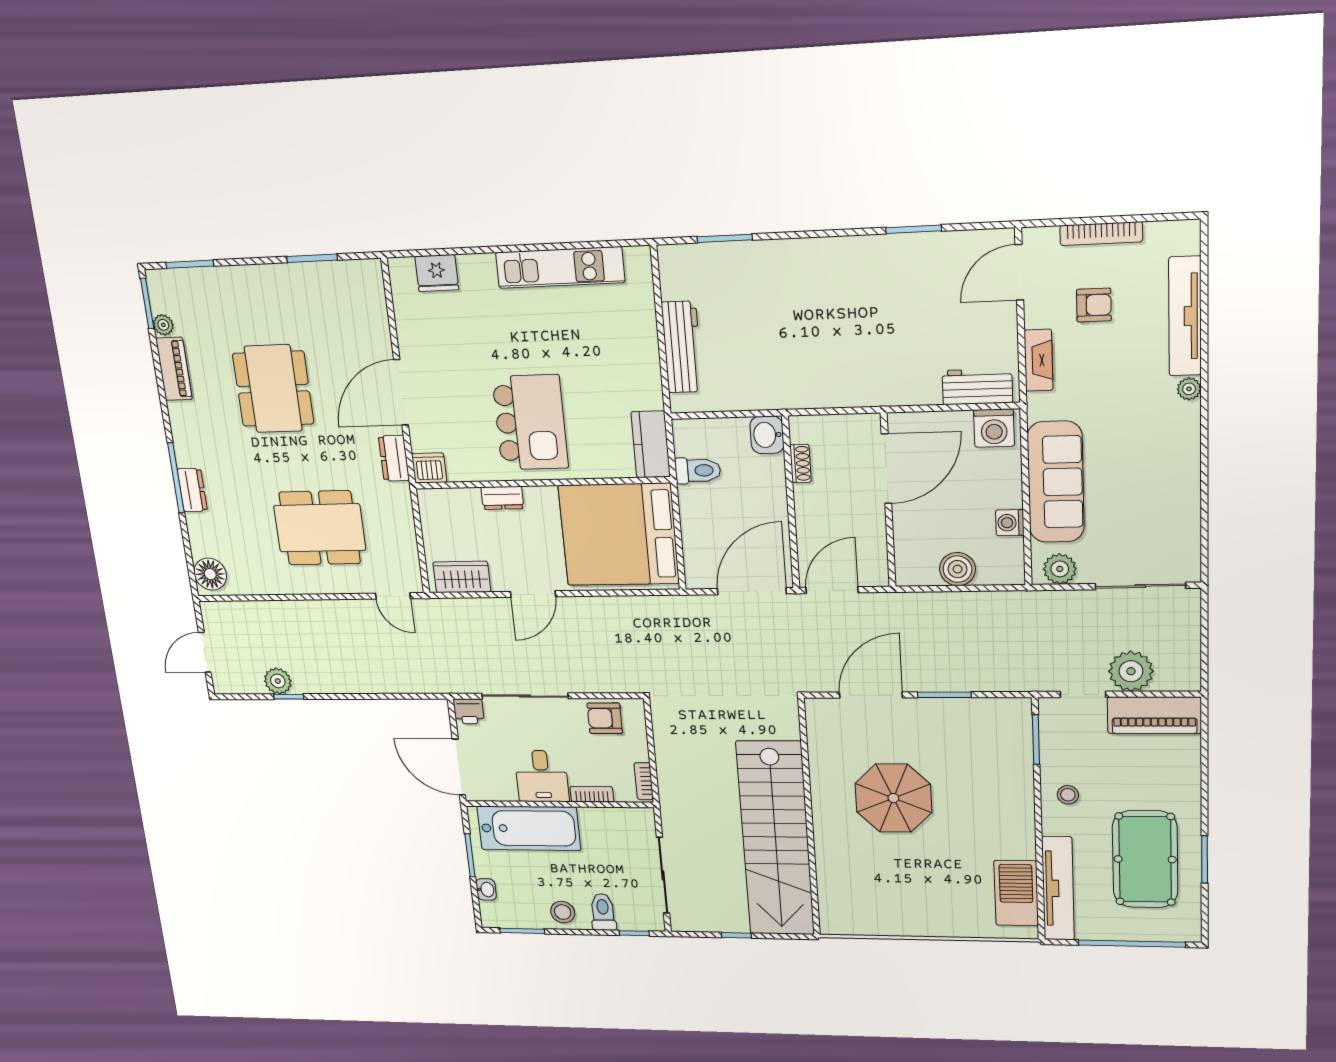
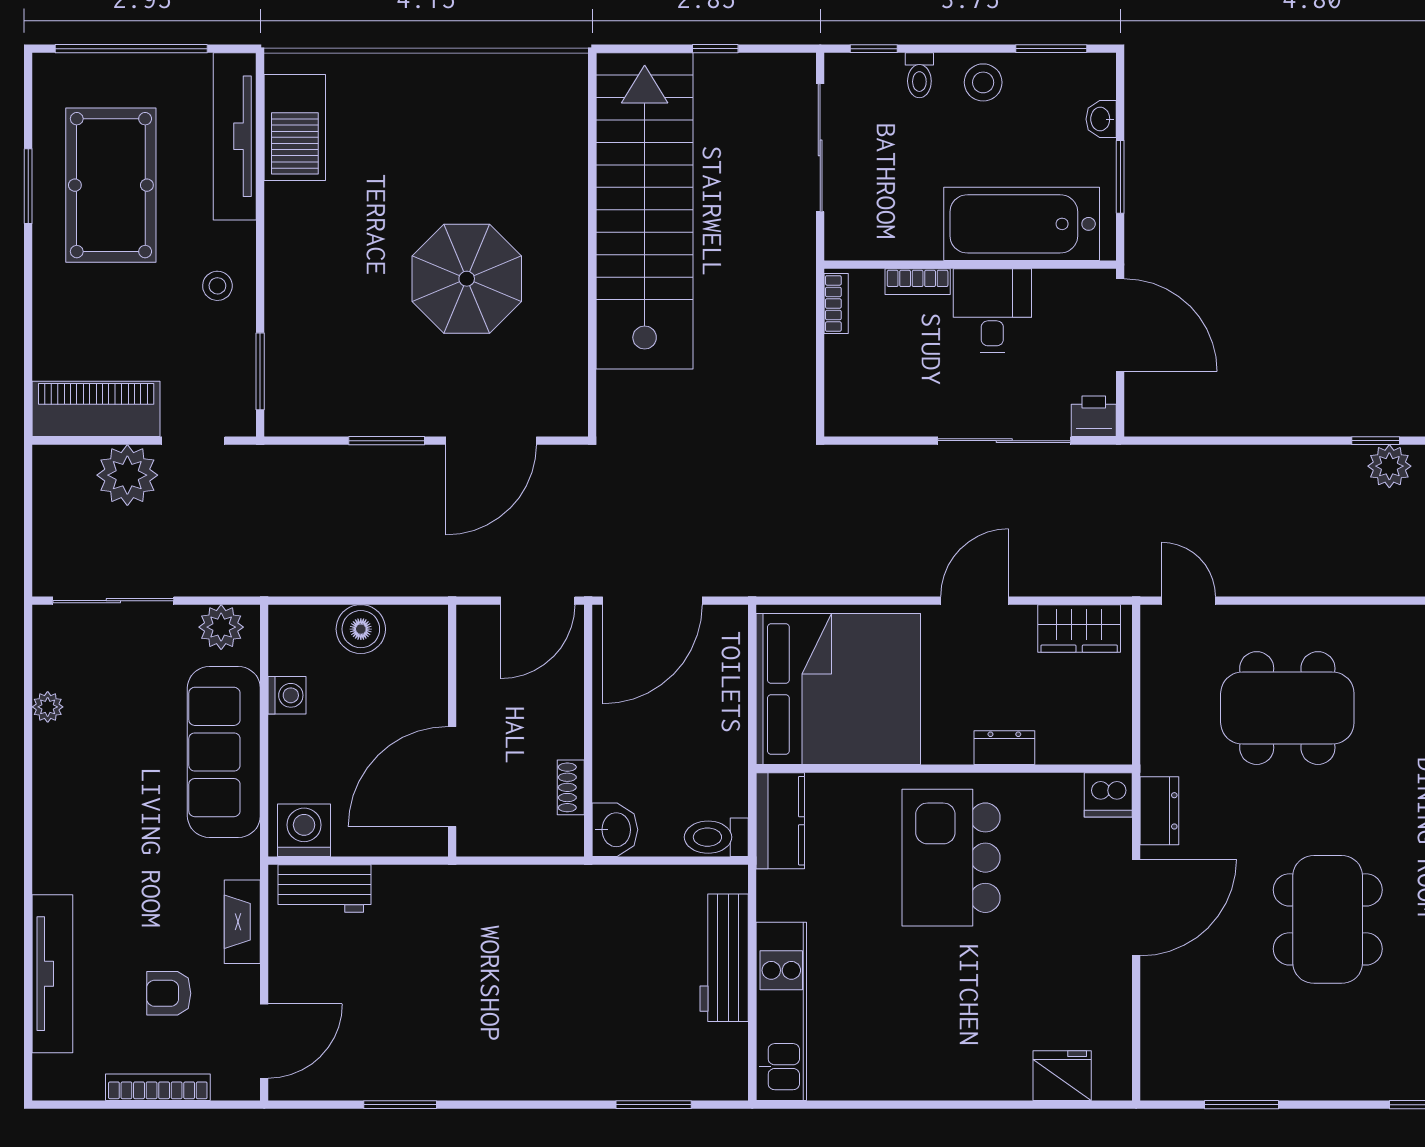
kitchen unit: (560, 268) -> (781, 1011), moved, turned 90
plant: (1189, 389) -> (48, 707), moved
toilet: (698, 471) -> (716, 837), moved
armchair: (605, 718) -> (886, 405), removed
toilet: (603, 912) -> (919, 75), width x0.73, depth x0.72

